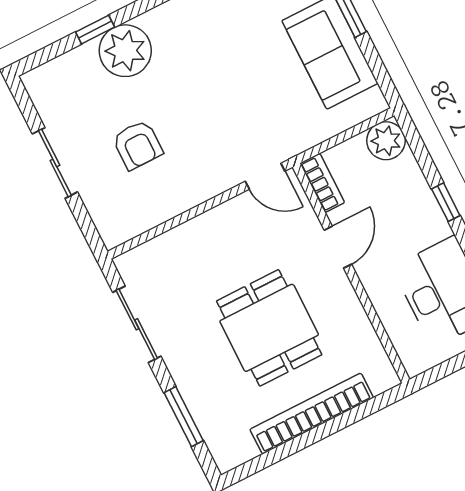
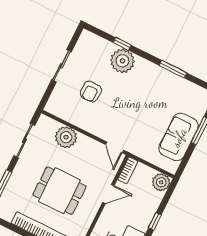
plant: (185, 248) -> (66, 137), added
dining table: (269, 328) -> (60, 191), turned 90

